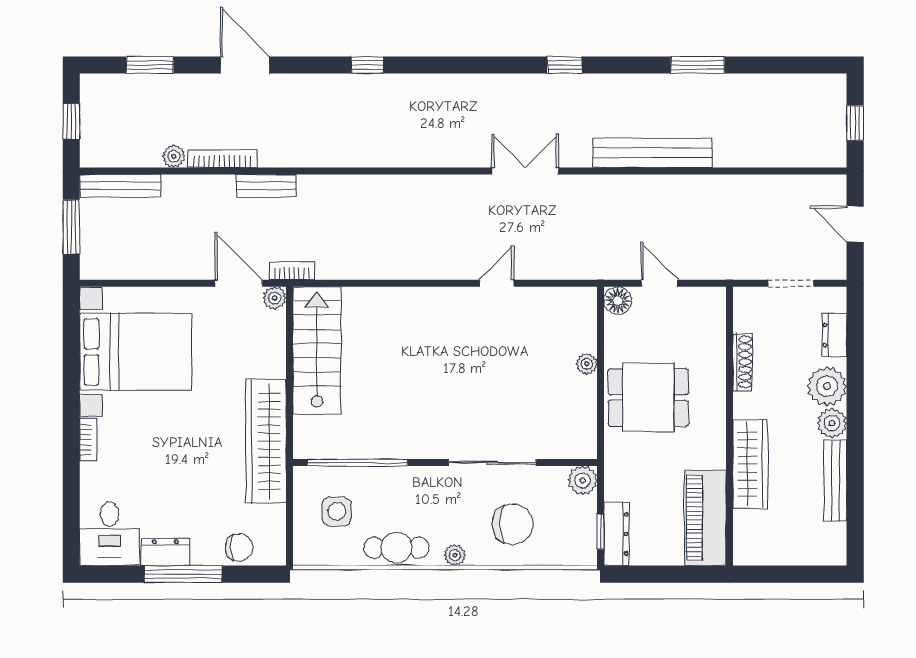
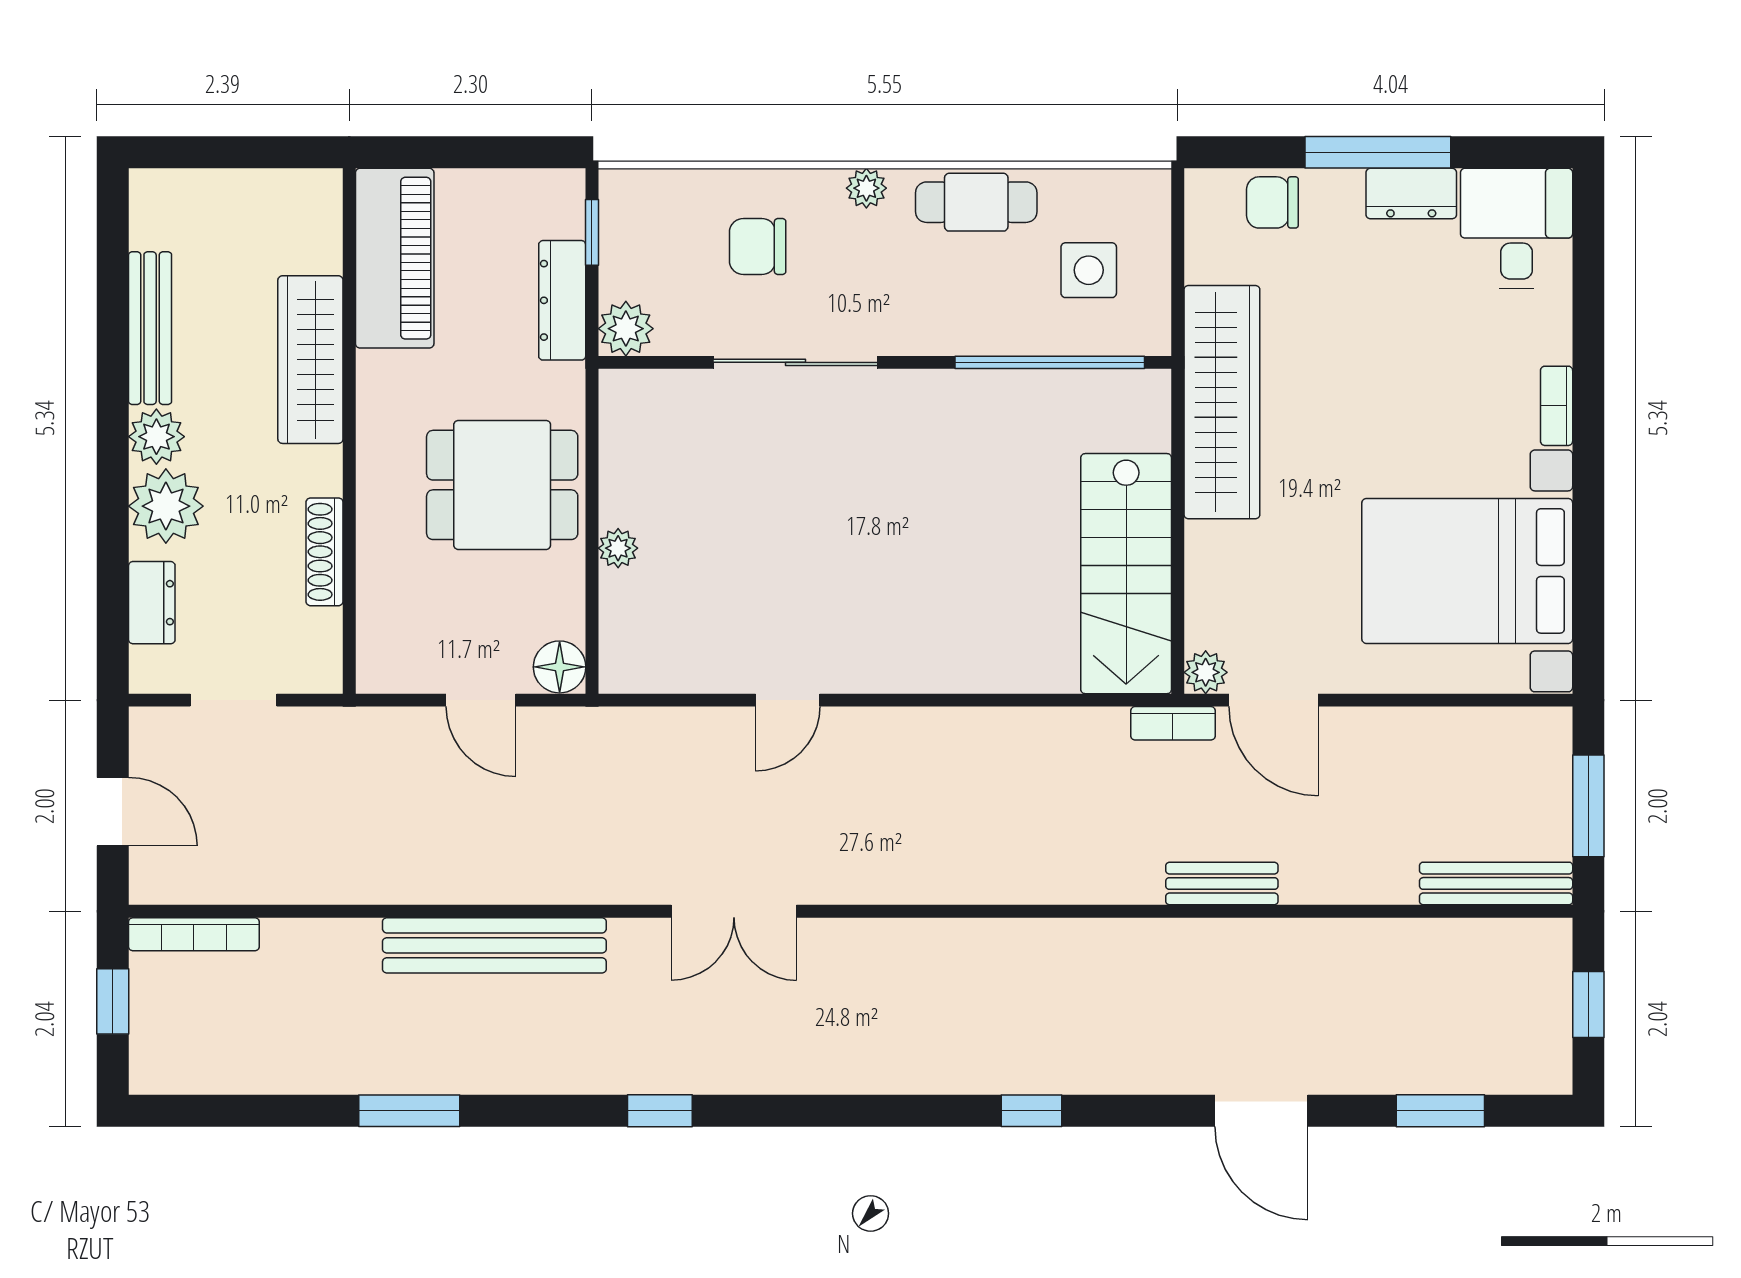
plant: (174, 156) -> (1395, 939), removed
bookcase: (222, 159) -> (194, 934), moved
chair: (513, 524) -> (758, 246), width x0.73, depth x0.73
dresser: (616, 534) -> (562, 300), moved

